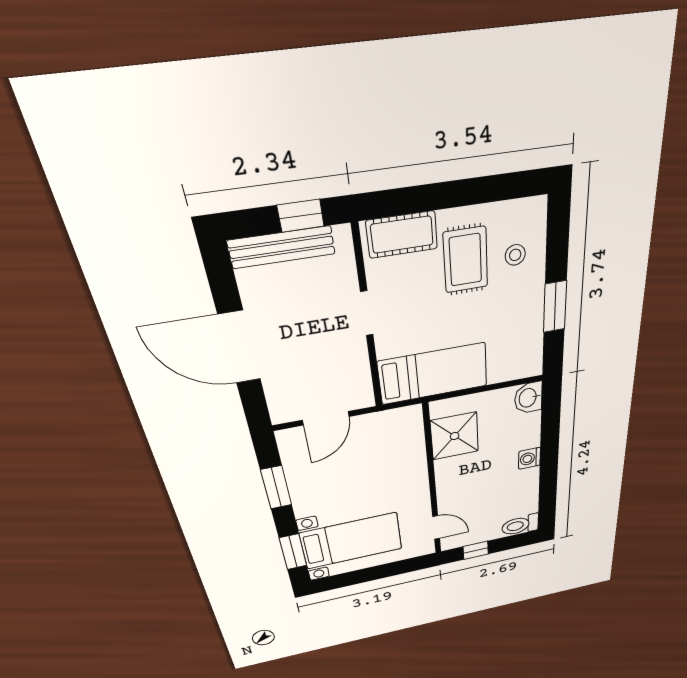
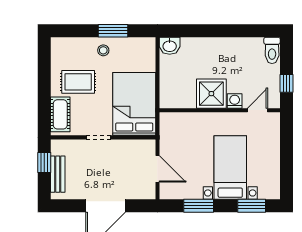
bench: (282, 247) -> (58, 174), width x0.73
stool: (515, 255) -> (103, 50), moved
bed: (433, 374) -> (134, 104), width x1.50
shower: (455, 436) -> (211, 94), moved
washing machine: (529, 458) -> (235, 101), moved, turned 180
bed with nightstands: (352, 541) -> (230, 167), moved

